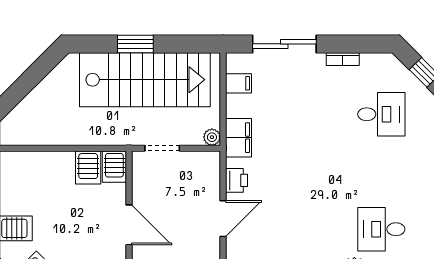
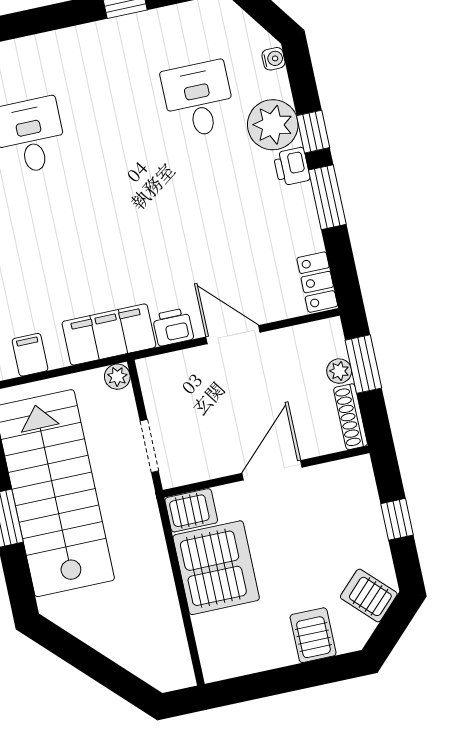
filing cabinet: (238, 138) -> (109, 334), width x1.50, depth x1.17
server rack: (88, 167) -> (216, 568), width x2.18, depth x1.44
desk: (381, 229) -> (198, 99), turned 180

